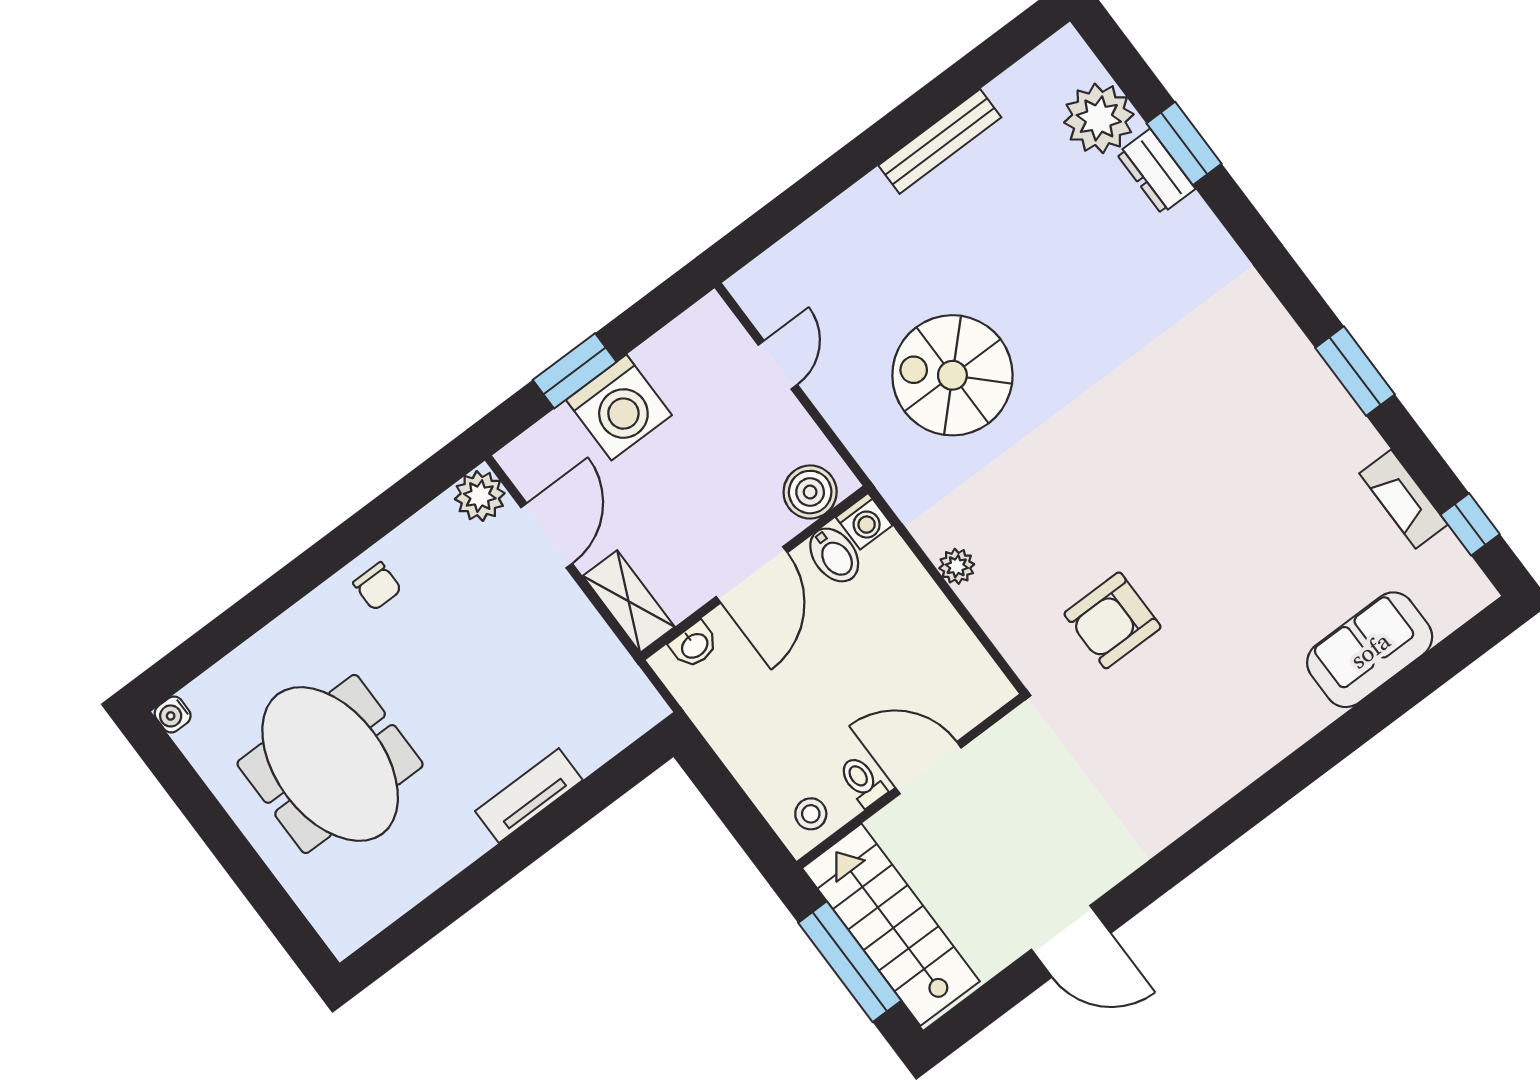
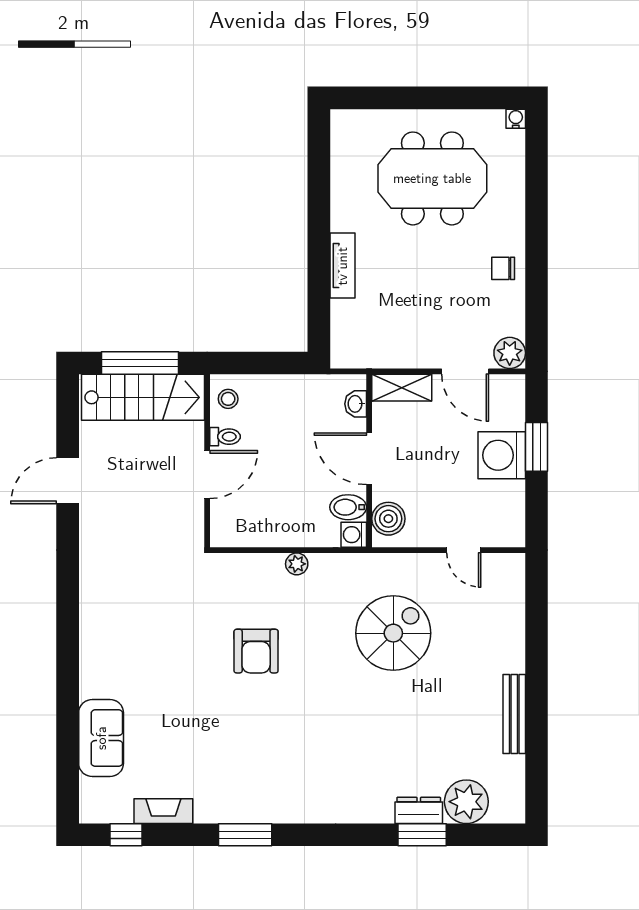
armchair: (1113, 620) -> (256, 651), moved, turned 180

